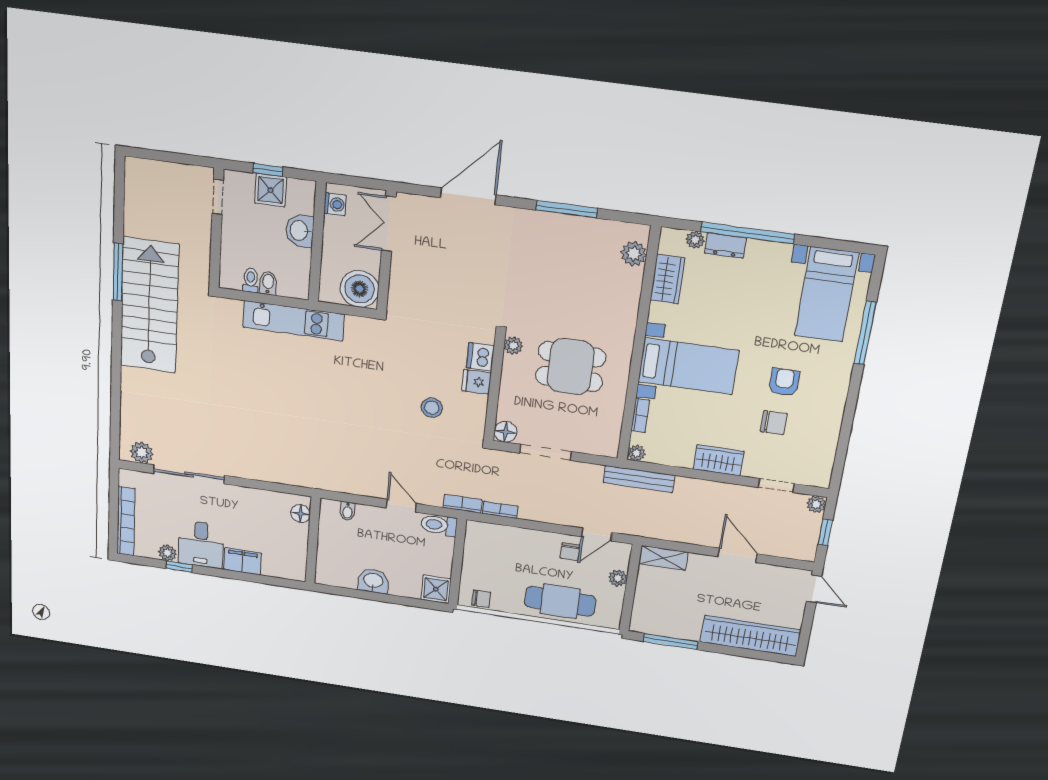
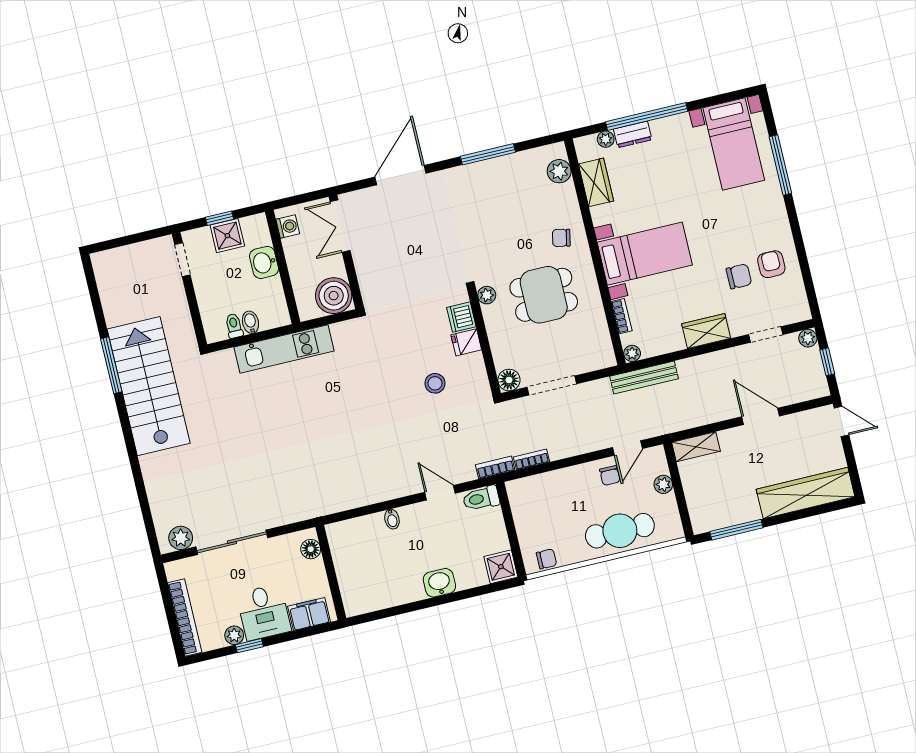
chair: (610, 319) -> (561, 238), added
armchair: (784, 382) -> (771, 264), moved
floor lamp: (301, 514) -> (311, 549), moved
wall: (313, 540) -> (331, 572), moved

